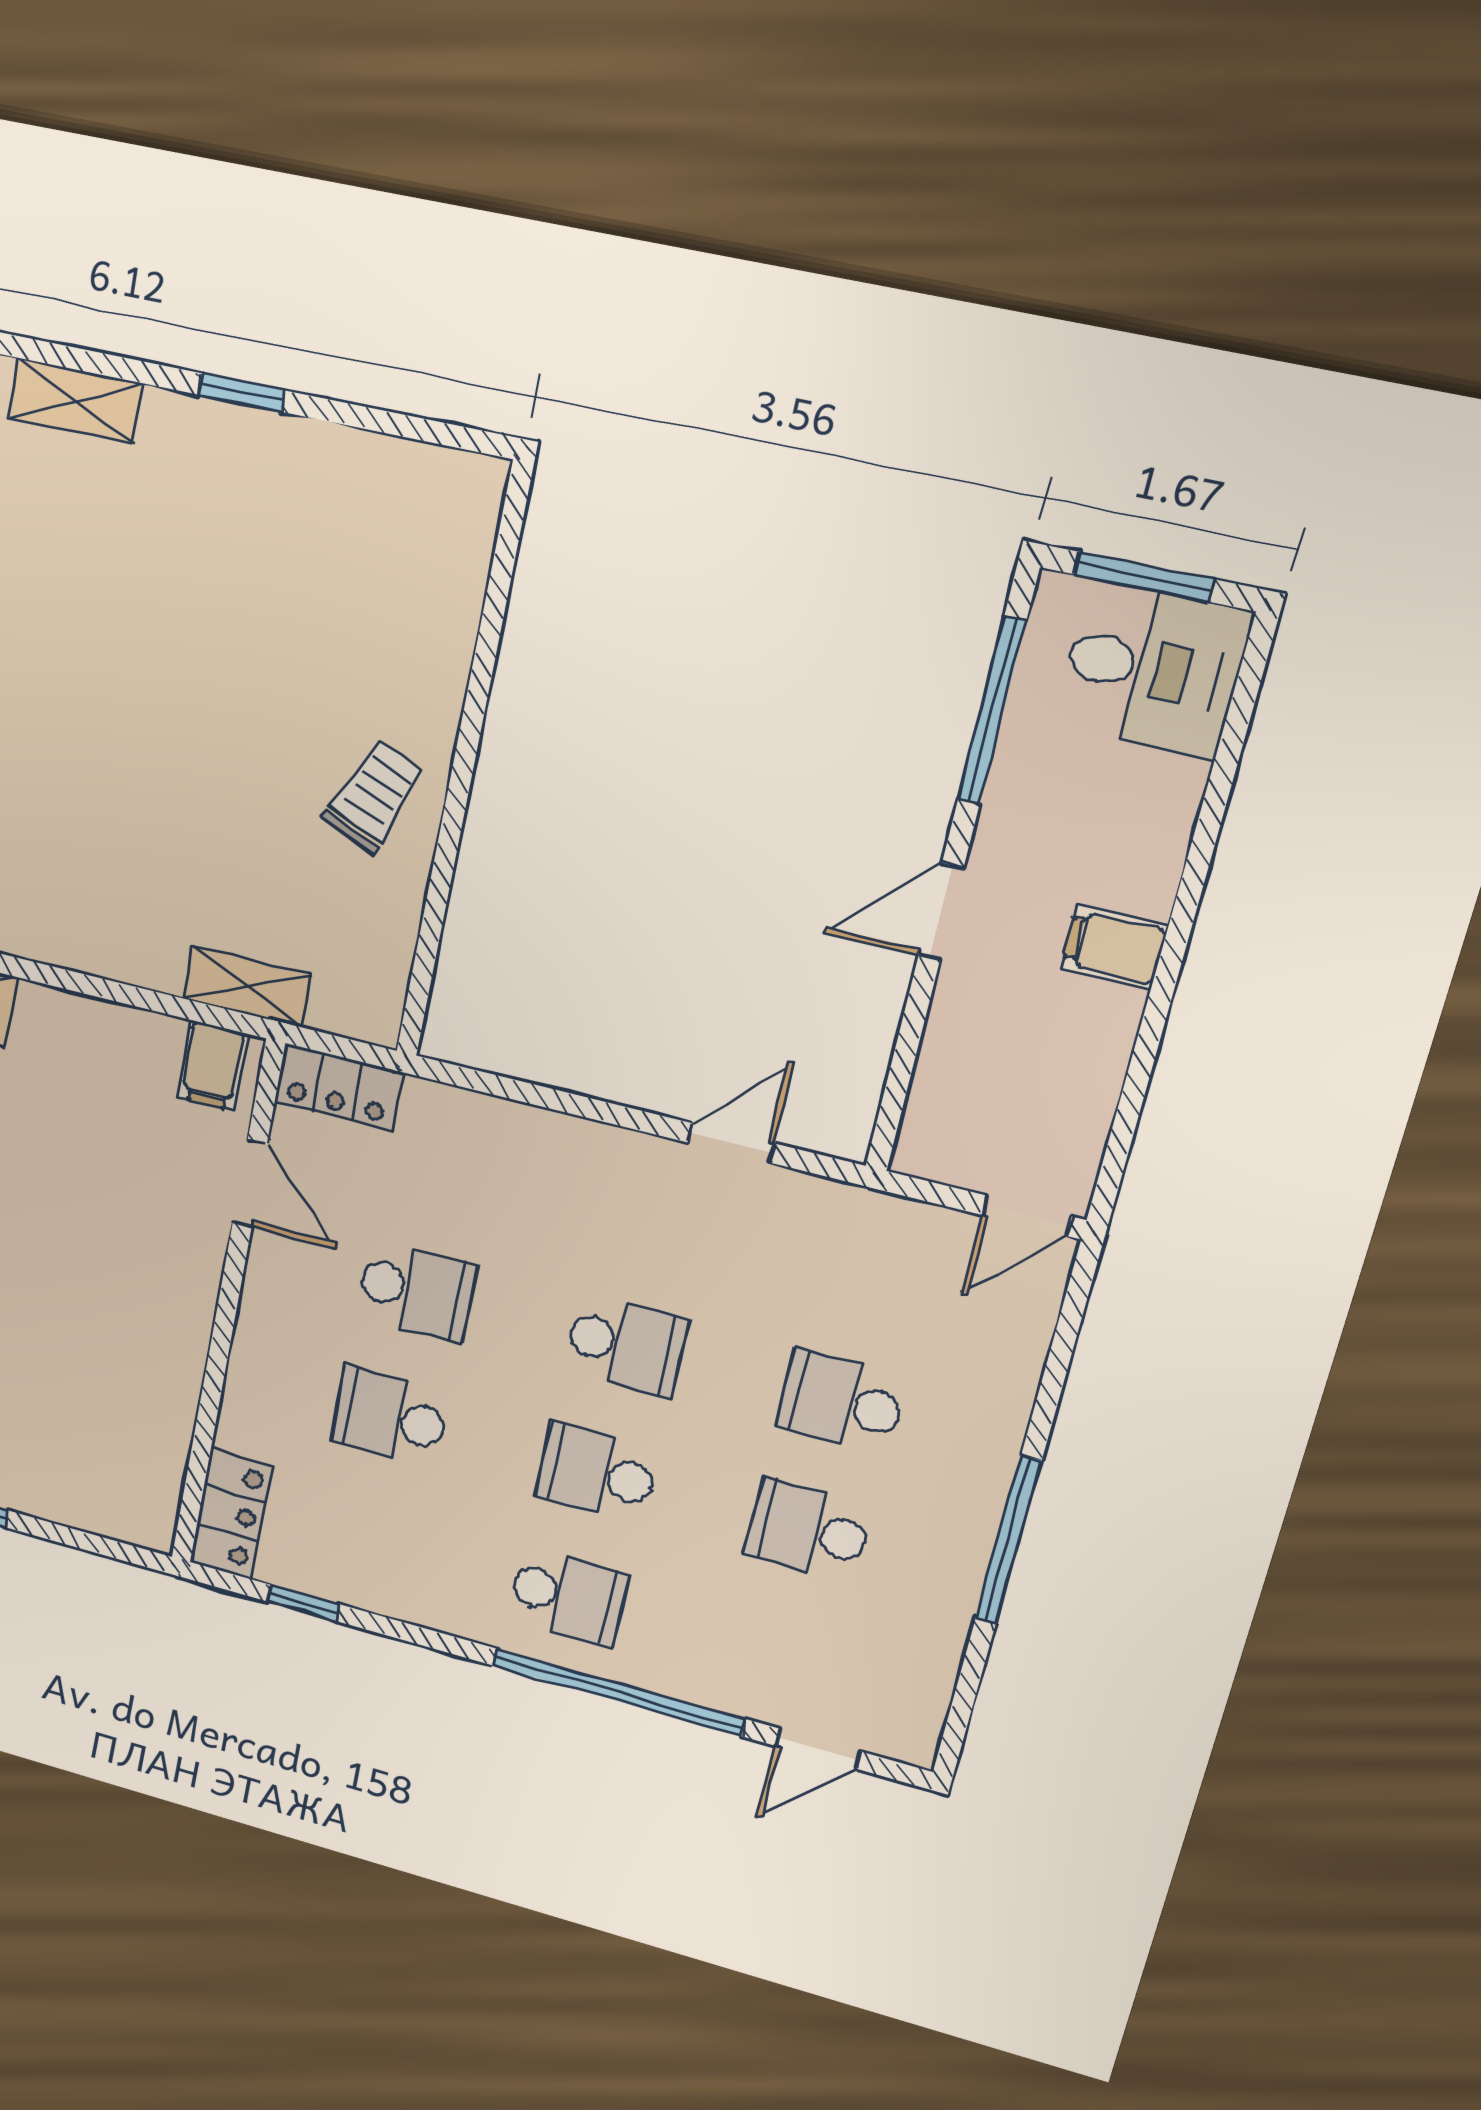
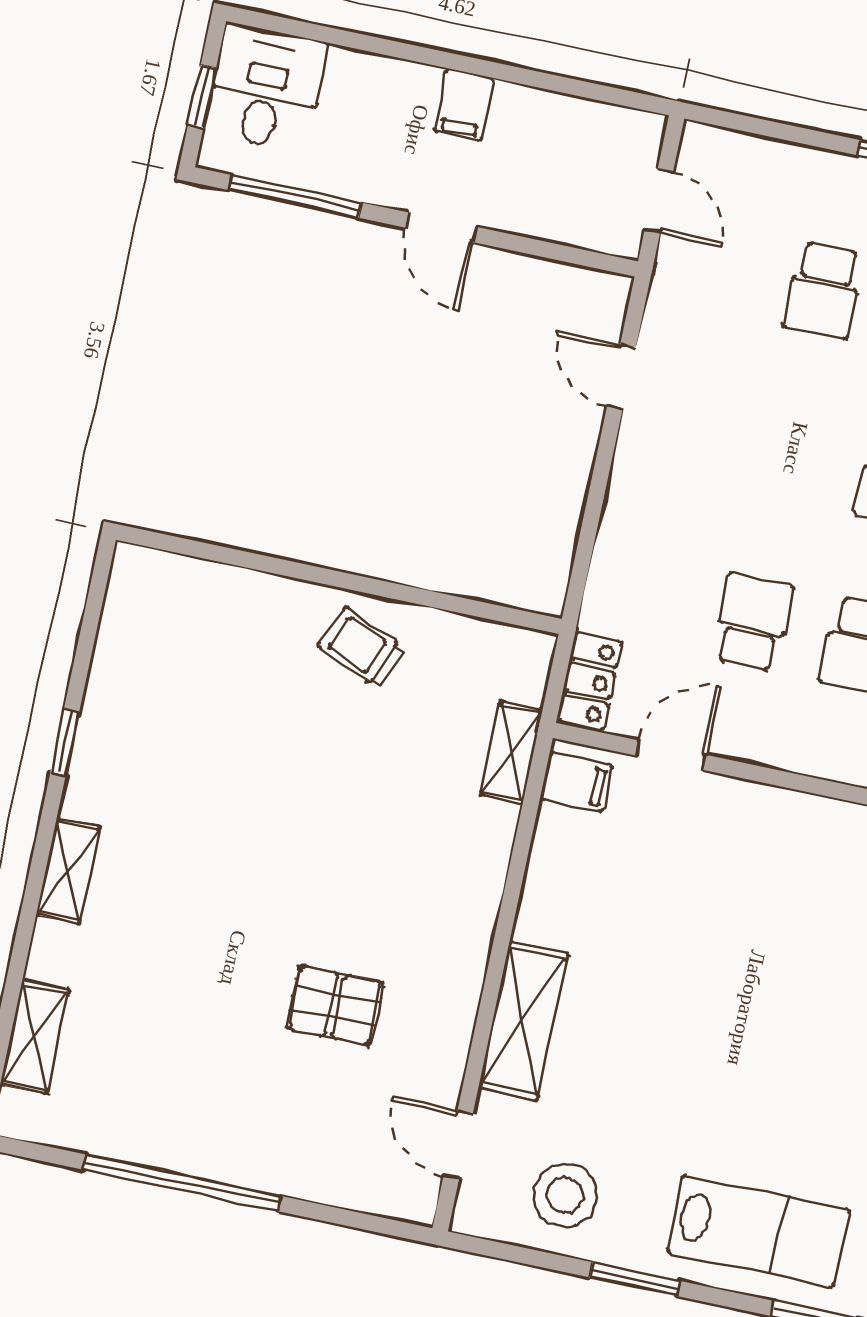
window: (1144, 577) -> (202, 97), width x0.67
door: (1027, 1216) -> (659, 201), moved
school desk: (626, 1345) -> (788, 456), removed

